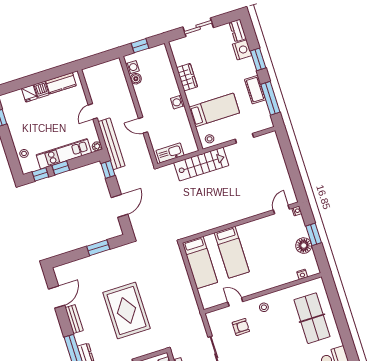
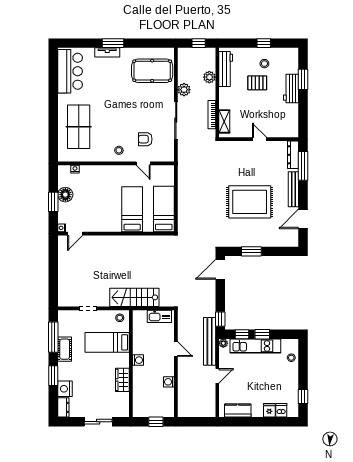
washing machine: (132, 67) -> (169, 382), moved
boiler: (136, 79) -> (169, 393), removed
dishwasher: (42, 90) -> (281, 410), moved
window: (40, 174) -> (242, 334), moved
door: (120, 206) -> (220, 269), moved
rug: (126, 310) -> (250, 202), moved, turned 90
bench: (74, 319) -> (293, 189), width x1.36

